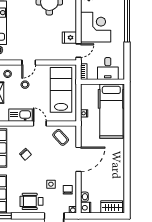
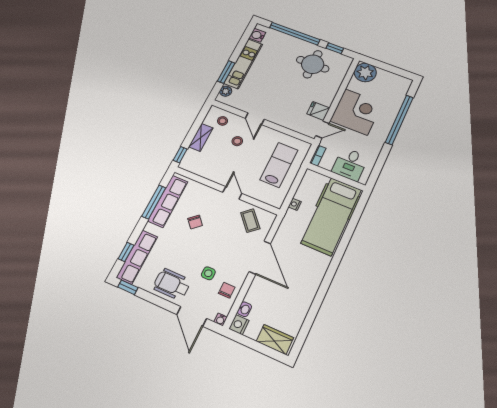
door: (29, 63) -> (255, 119), hinge flipped
lab bench: (61, 90) -> (279, 165), width x0.73, depth x0.72
kitchen sink: (20, 115) -> (213, 173), removed
door: (78, 159) -> (260, 258), hinge flipped

